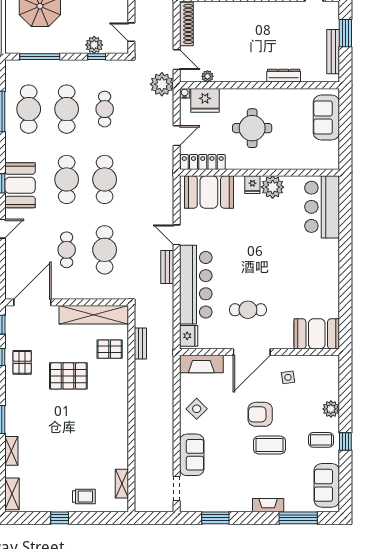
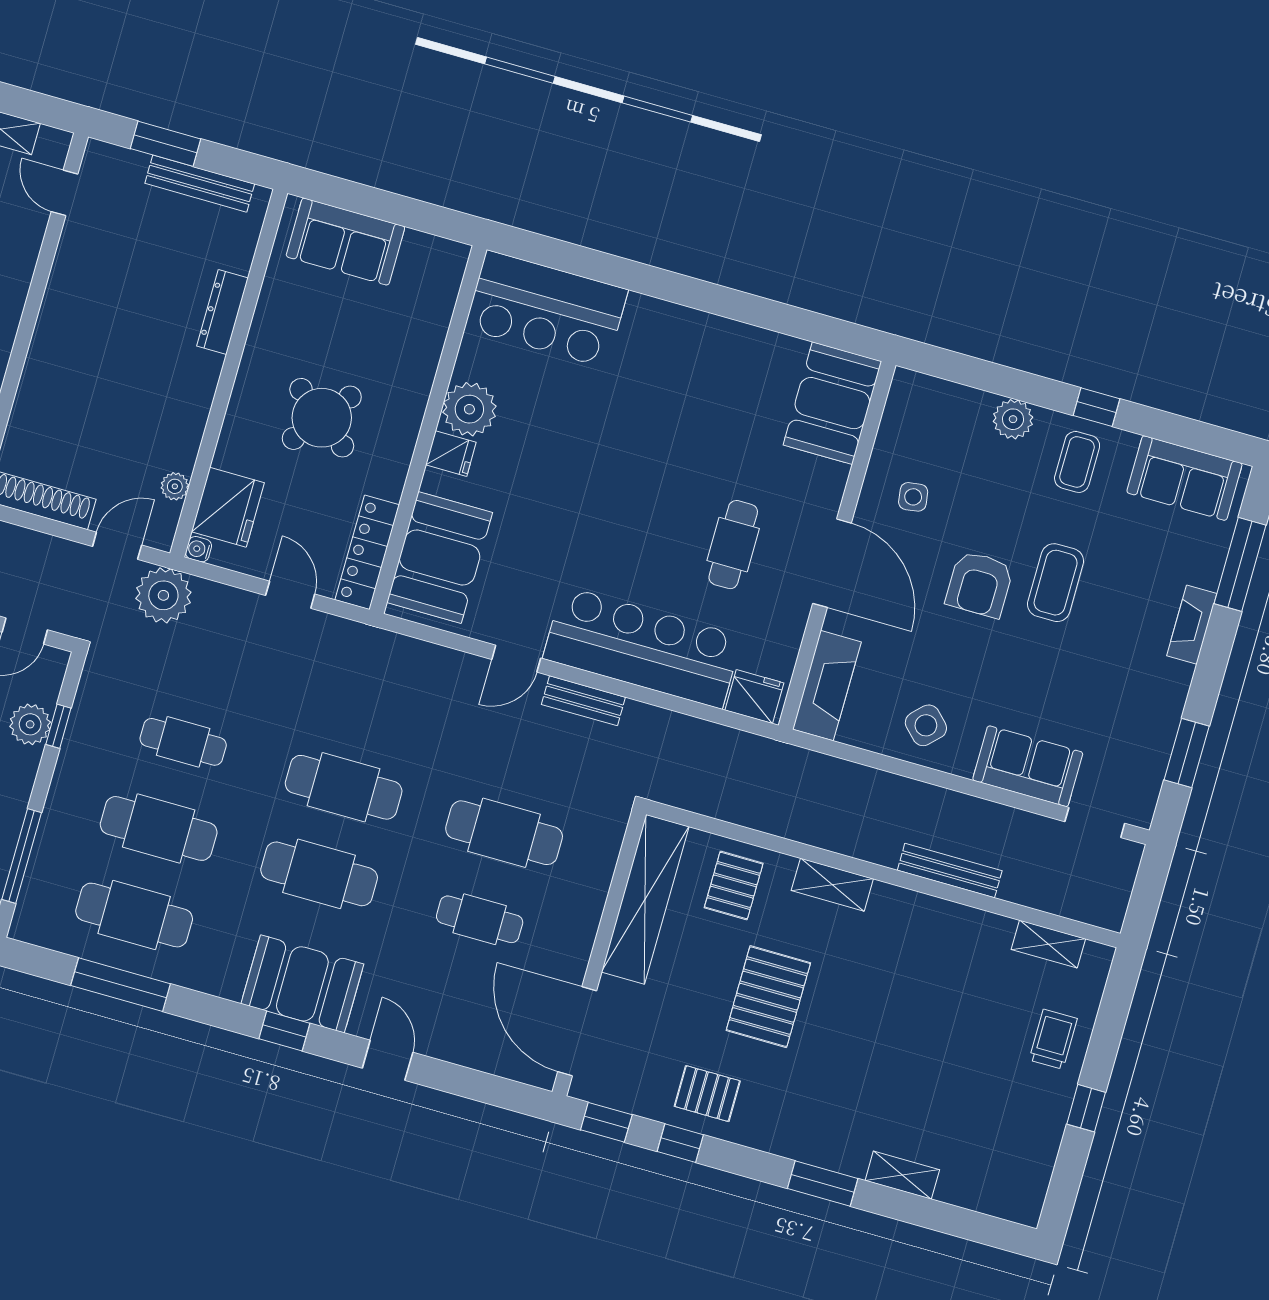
round table: (252, 128) -> (322, 418), turned 38
bench: (140, 343) -> (950, 871), moved, width x1.36
shelving: (12, 494) -> (832, 885), moved

